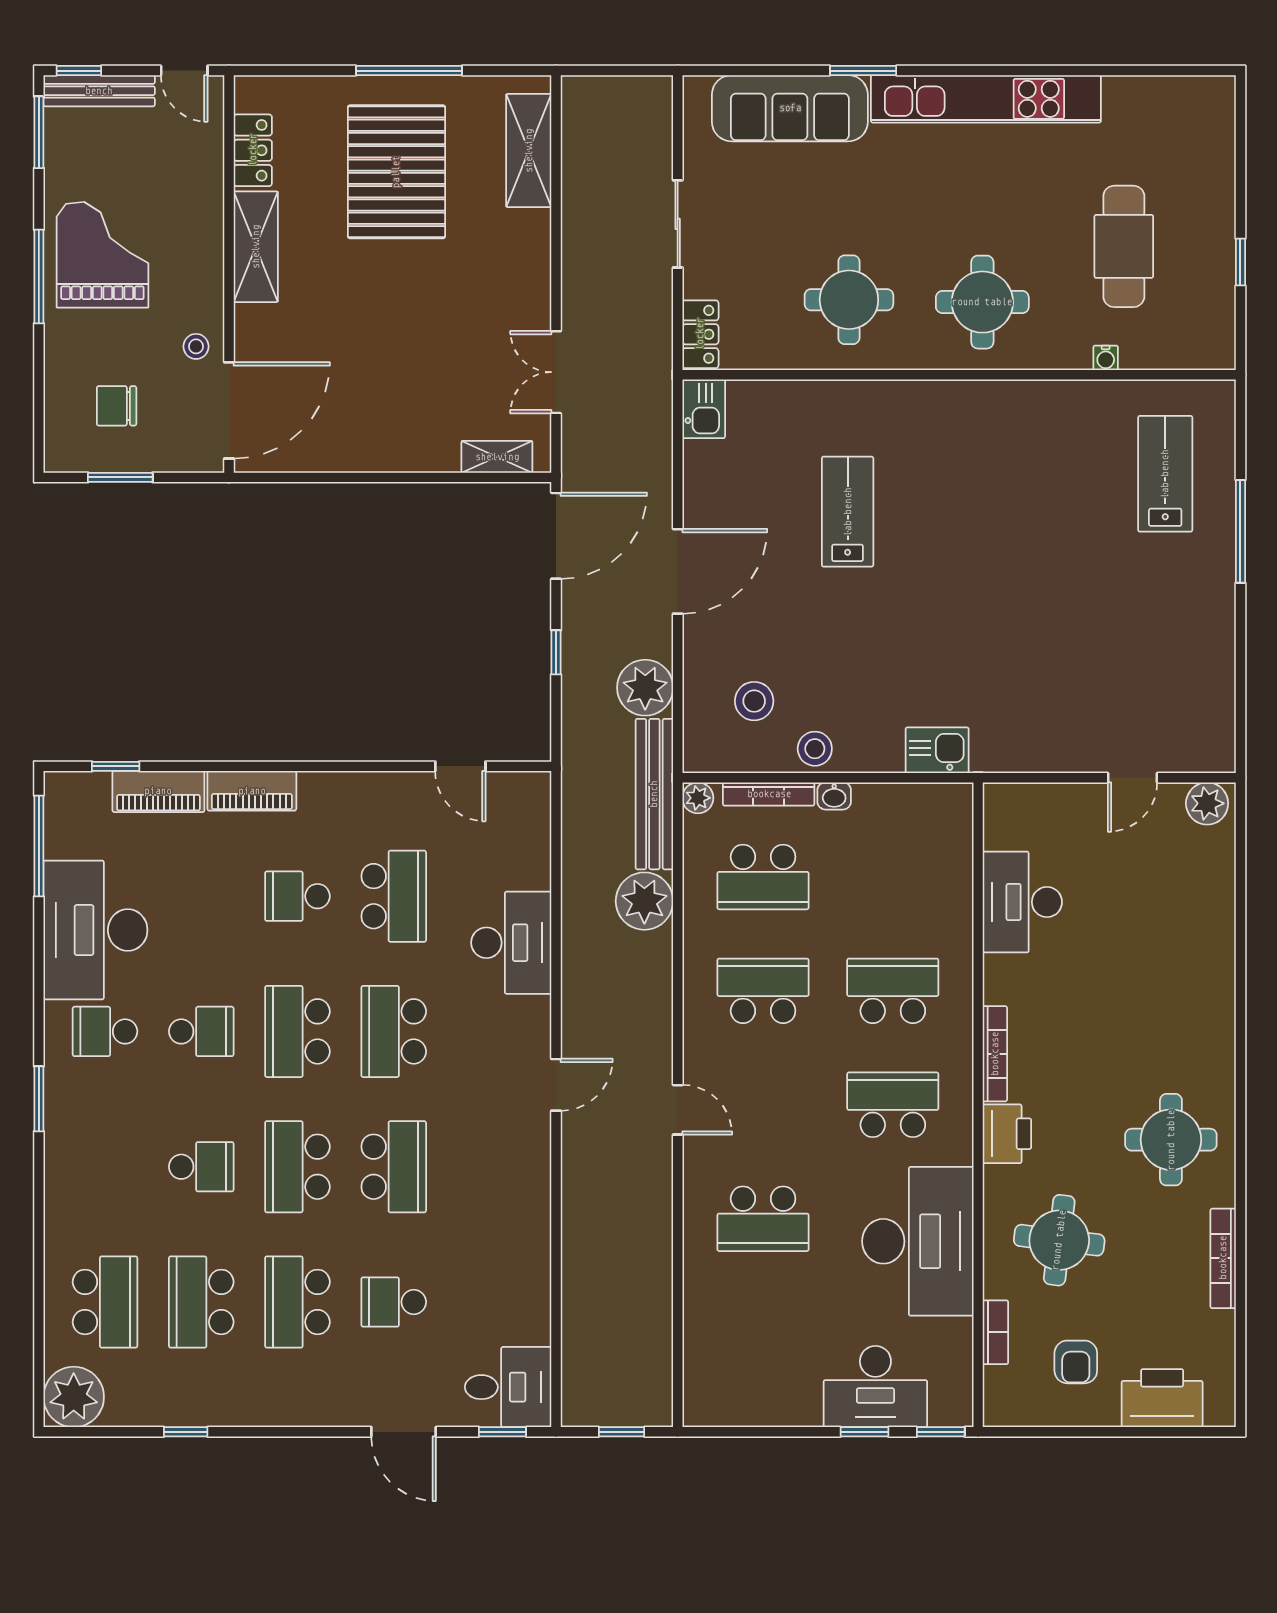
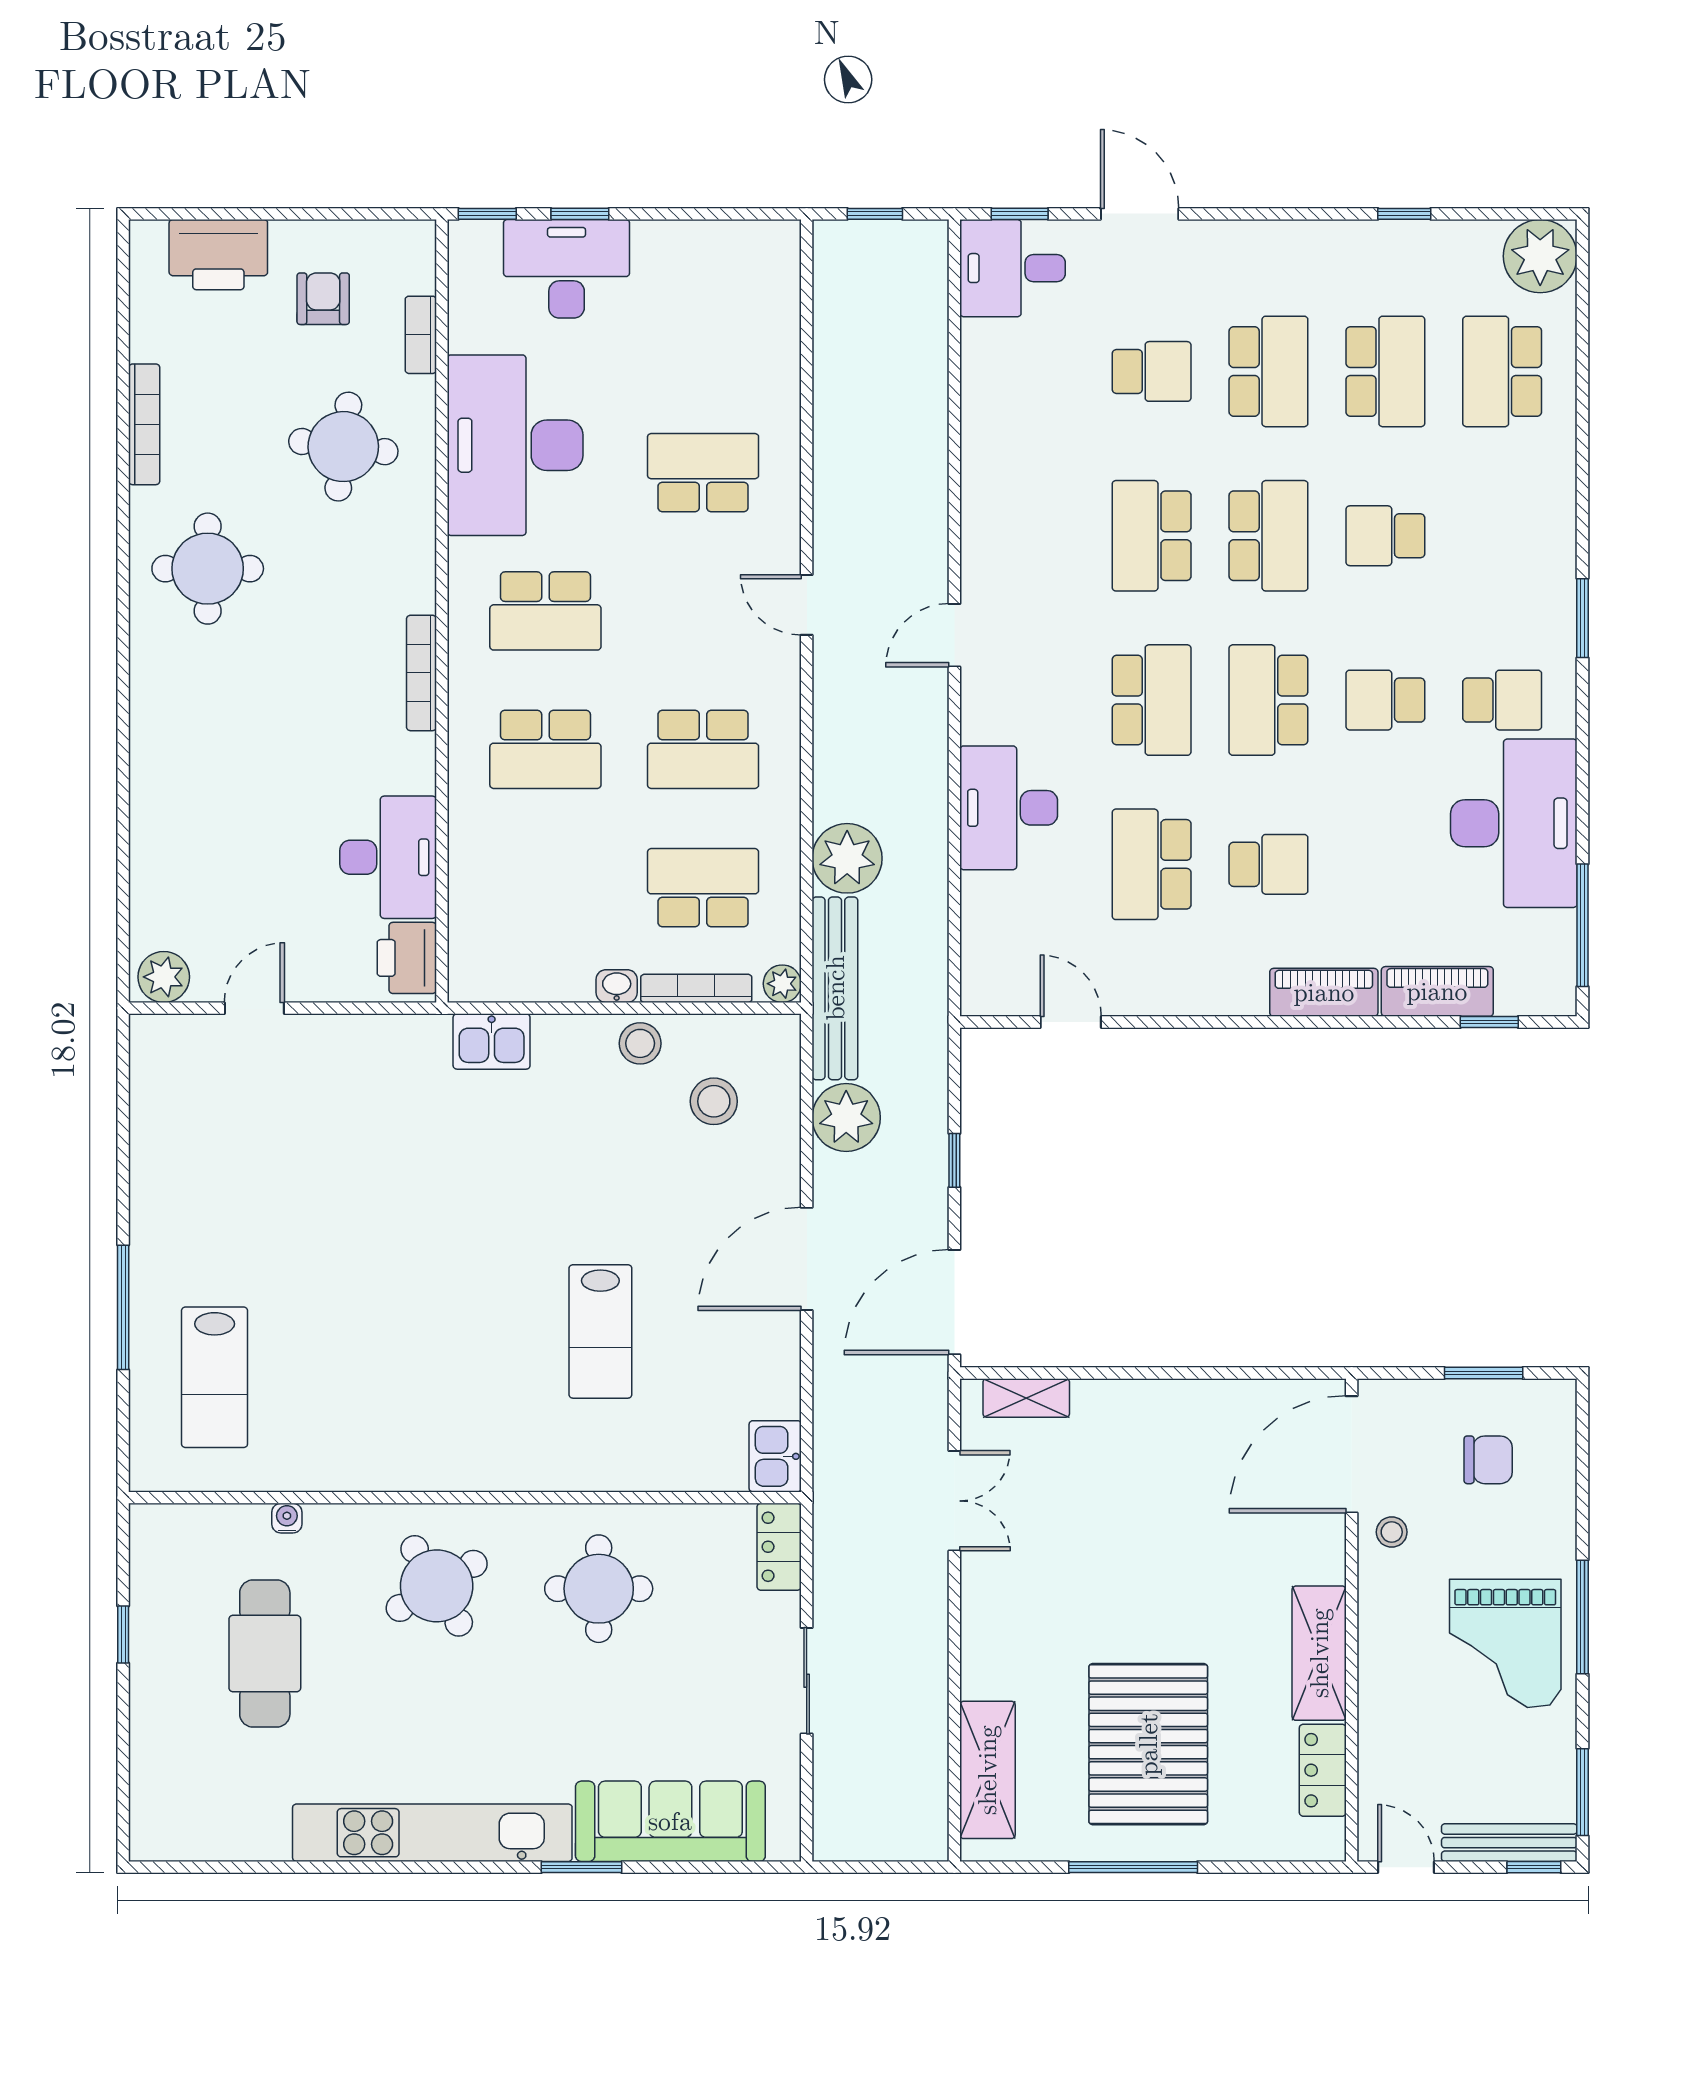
round table: (982, 302) -> (437, 1586), turned -31
school desk: (297, 1031) -> (1268, 700), turned 180
printer: (1007, 1134) -> (407, 958), moved

